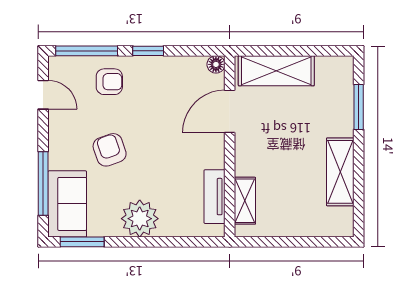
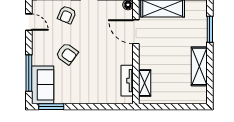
armchair: (109, 82) -> (67, 15), turned 113
door: (230, 111) -> (136, 32), hinge flipped
armchair: (110, 150) -> (67, 54), turned 145
plant: (140, 219) -> (84, 93), removed

